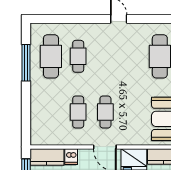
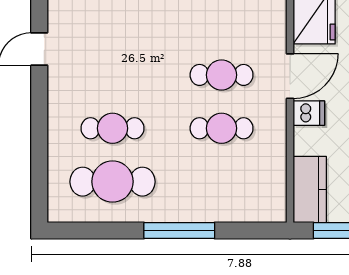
window: (26, 63) -> (179, 230), moved
dishwasher: (71, 157) -> (309, 113), moved

